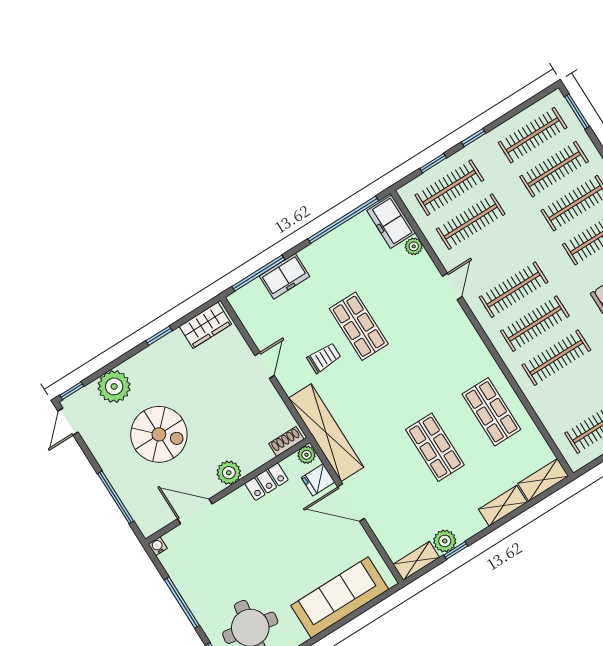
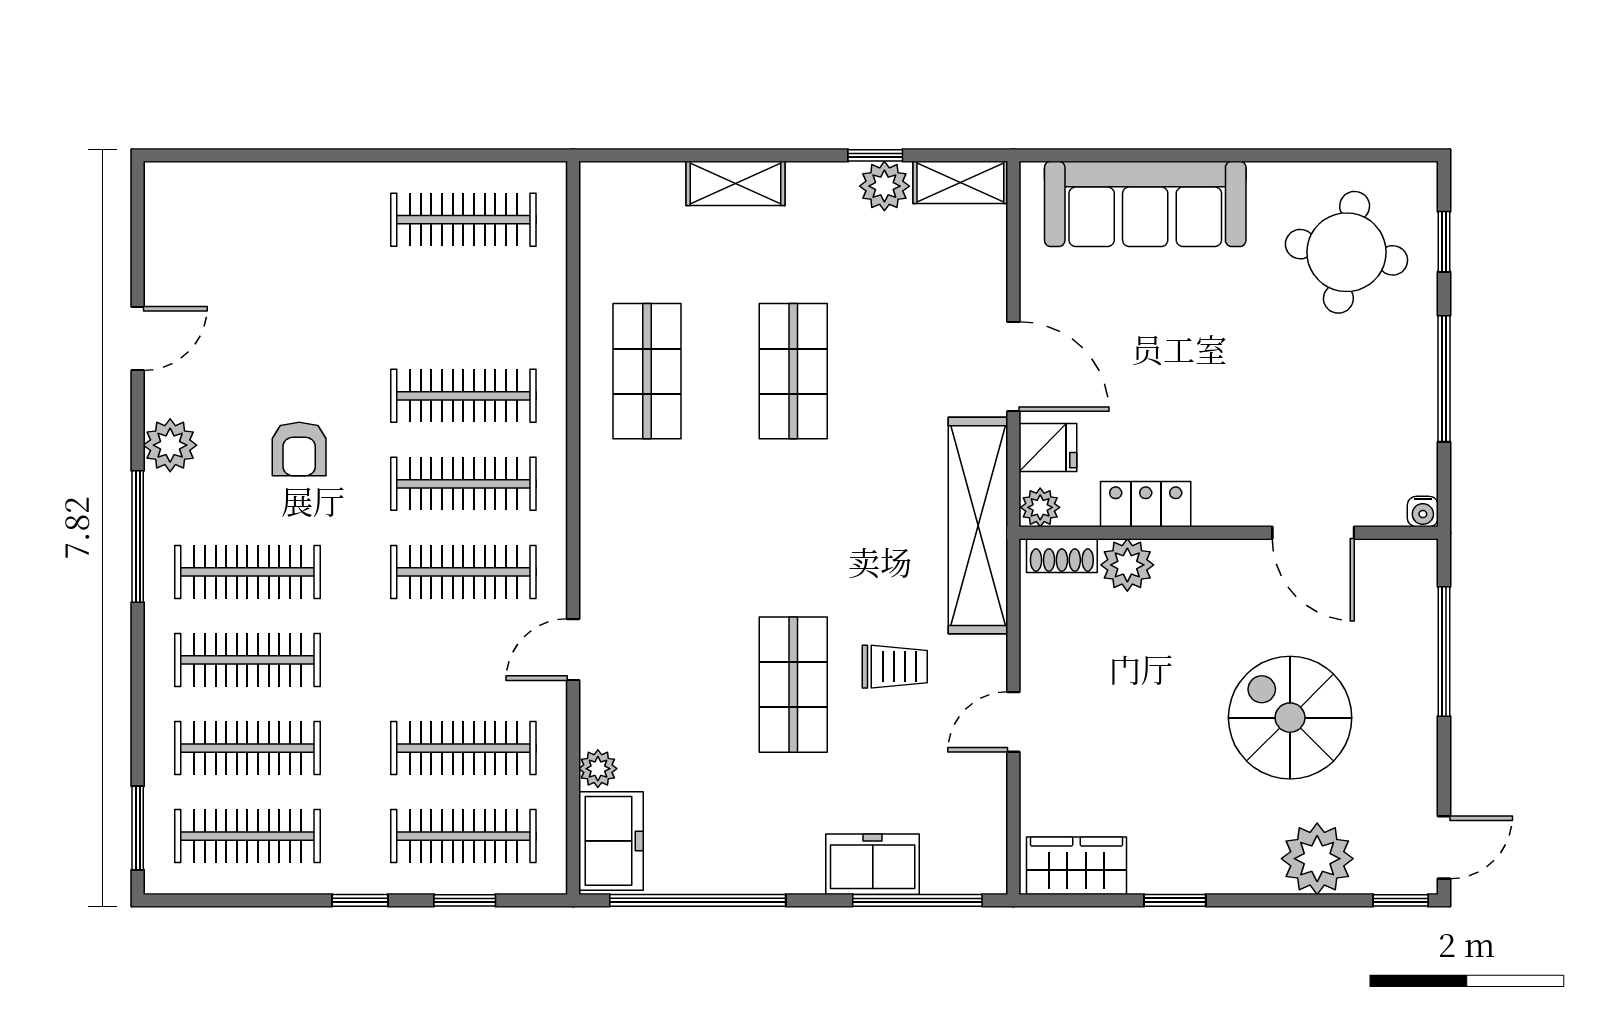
trolley: (324, 358) -> (895, 667), turned 180
plant: (229, 473) -> (1127, 565), moved
shelving: (543, 480) -> (631, 184), removed

